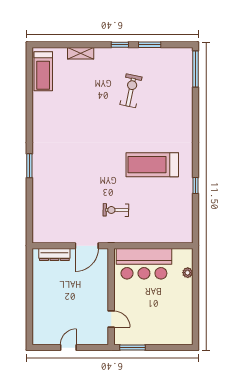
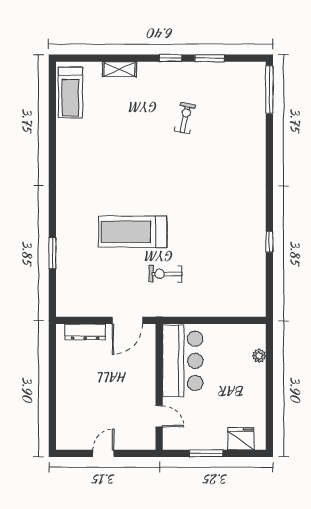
exercise bike: (131, 91) -> (185, 118), width x0.73, depth x0.72
treadmill: (152, 165) -> (133, 232), moved
window: (29, 166) -> (52, 253), moved
bar counter: (144, 264) -> (183, 361), moved, turned -90
fridge: (174, 336) -> (241, 439), added
window: (132, 348) -> (206, 453), moved

